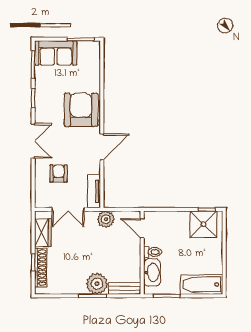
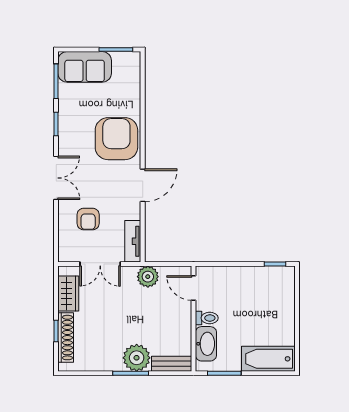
armchair: (59, 174) -> (88, 219), turned 180
shower: (204, 224) -> (271, 283), removed

